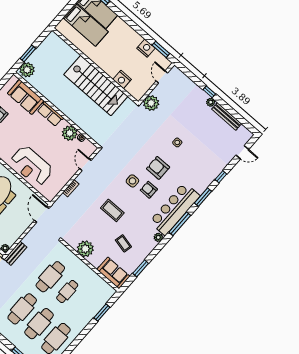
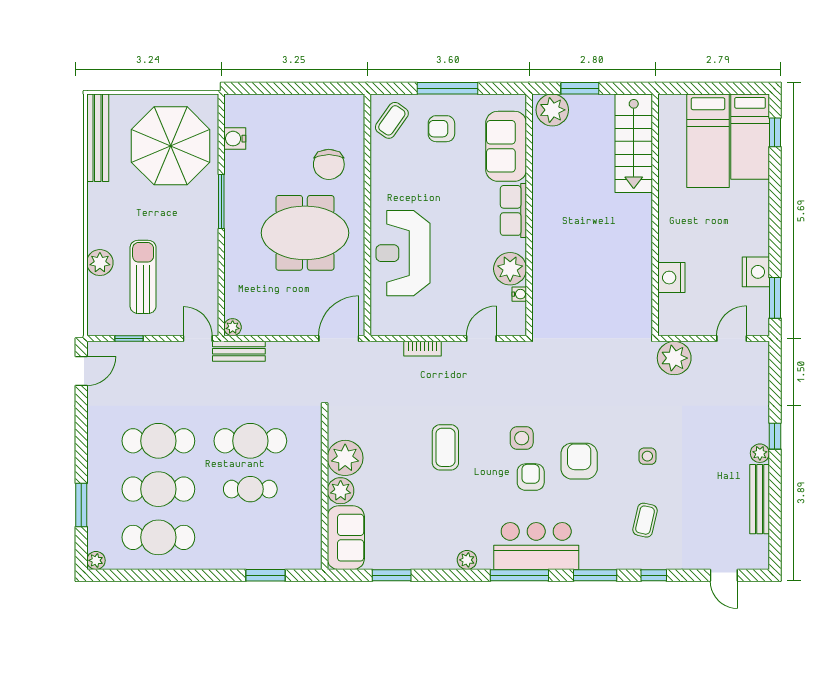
stairs: (96, 85) -> (634, 143), moved, width x0.73, depth x0.66
bar counter: (175, 209) -> (536, 546), width x0.73
coffee table: (123, 243) -> (645, 520), moved
plant: (95, 260) -> (341, 491), added

